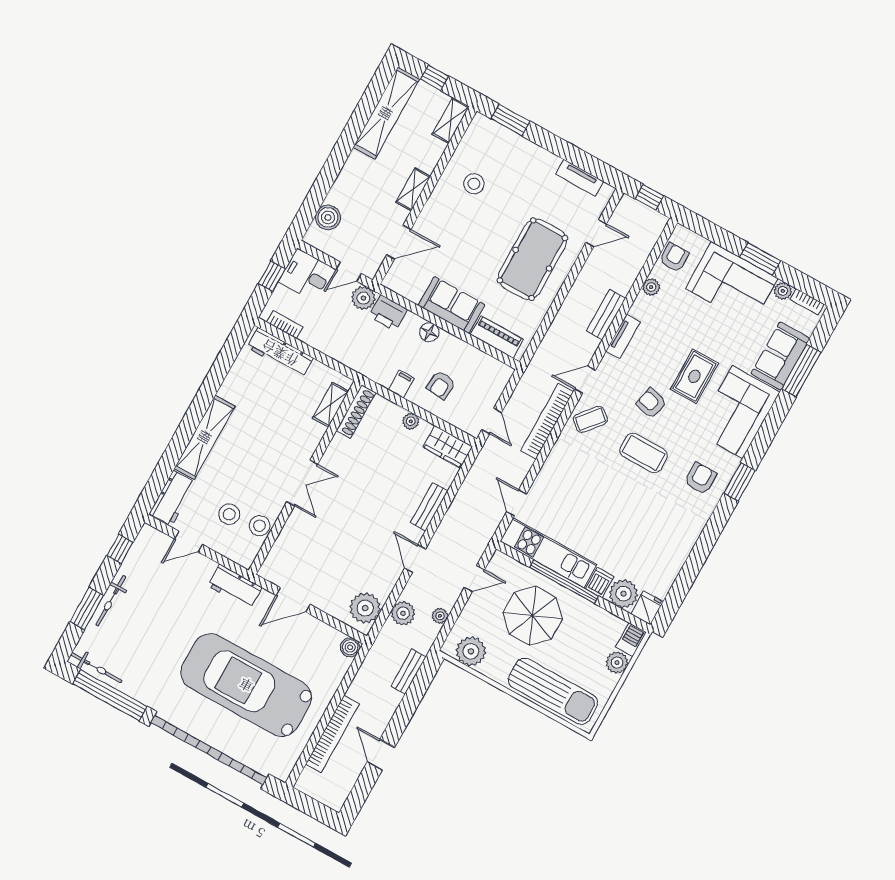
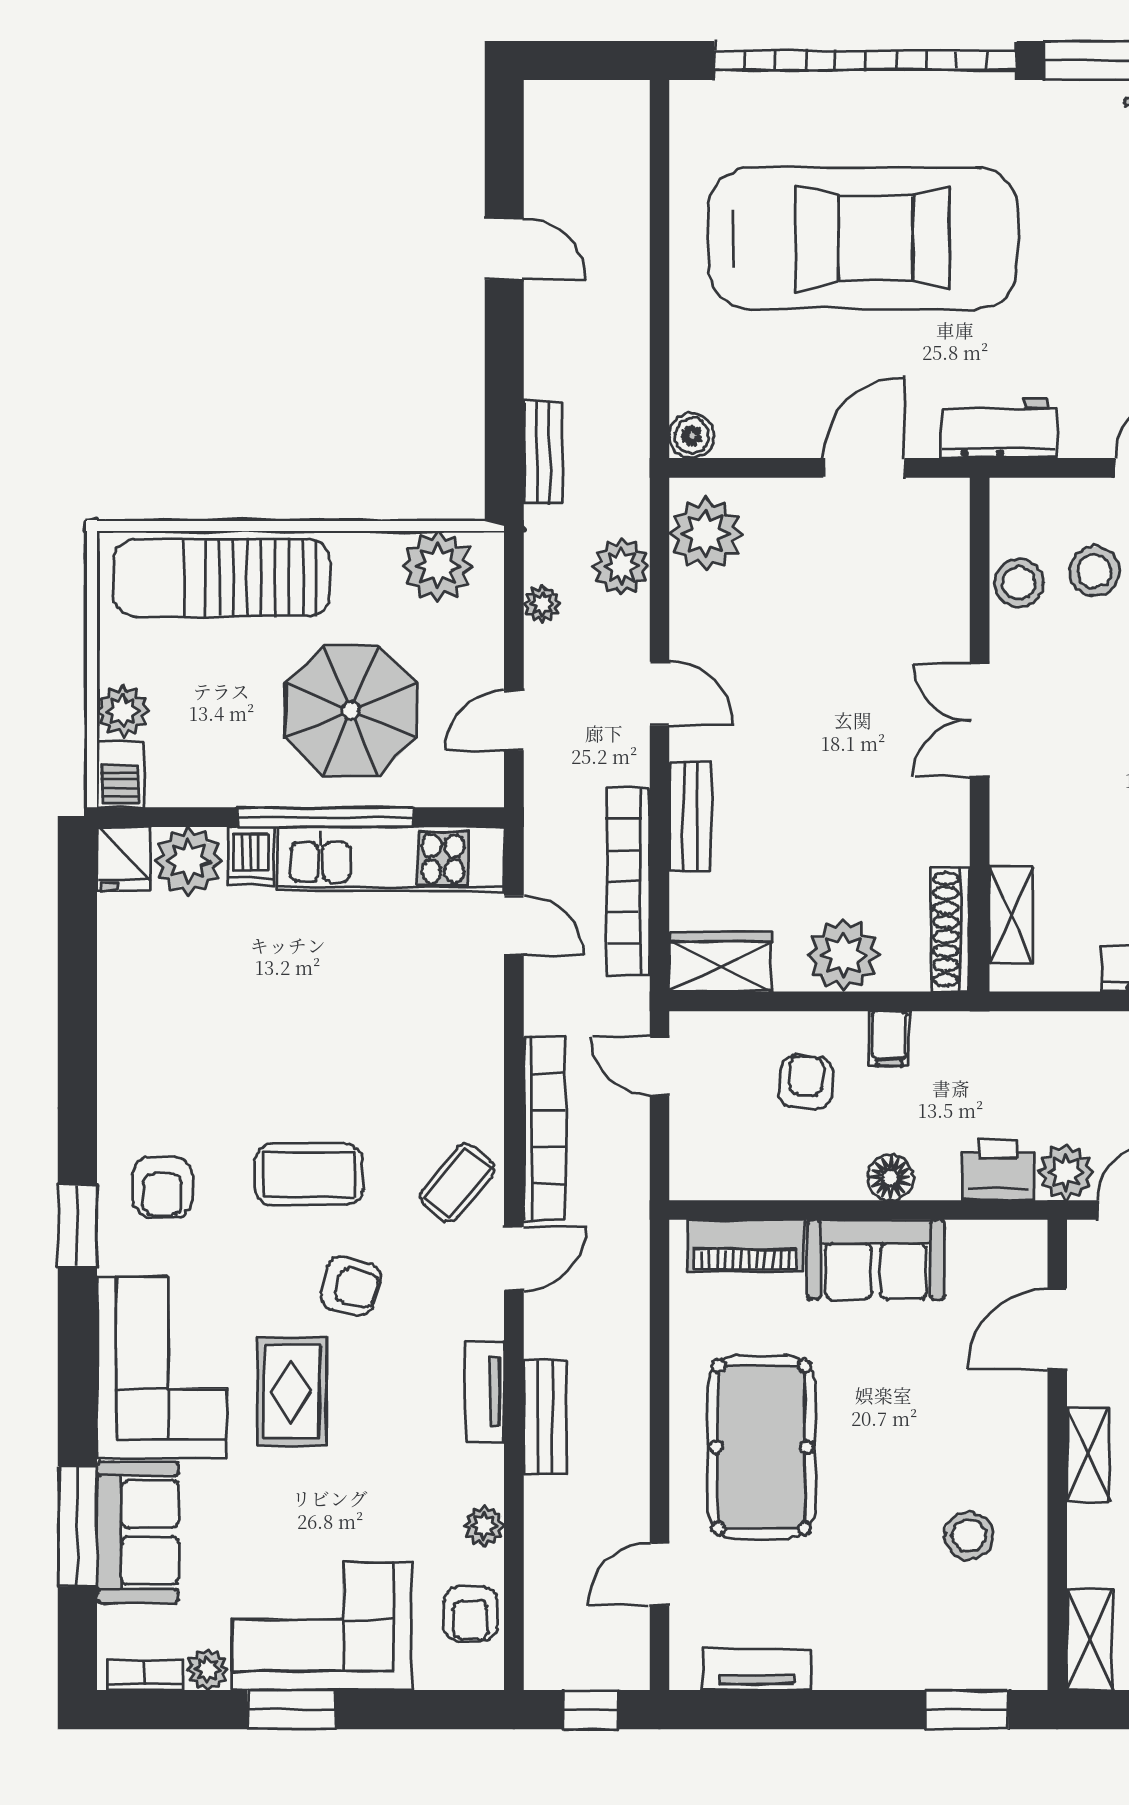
plant: (411, 421) -> (843, 955), width x1.87, depth x1.87
bookcase: (332, 734) -> (629, 881), moved

